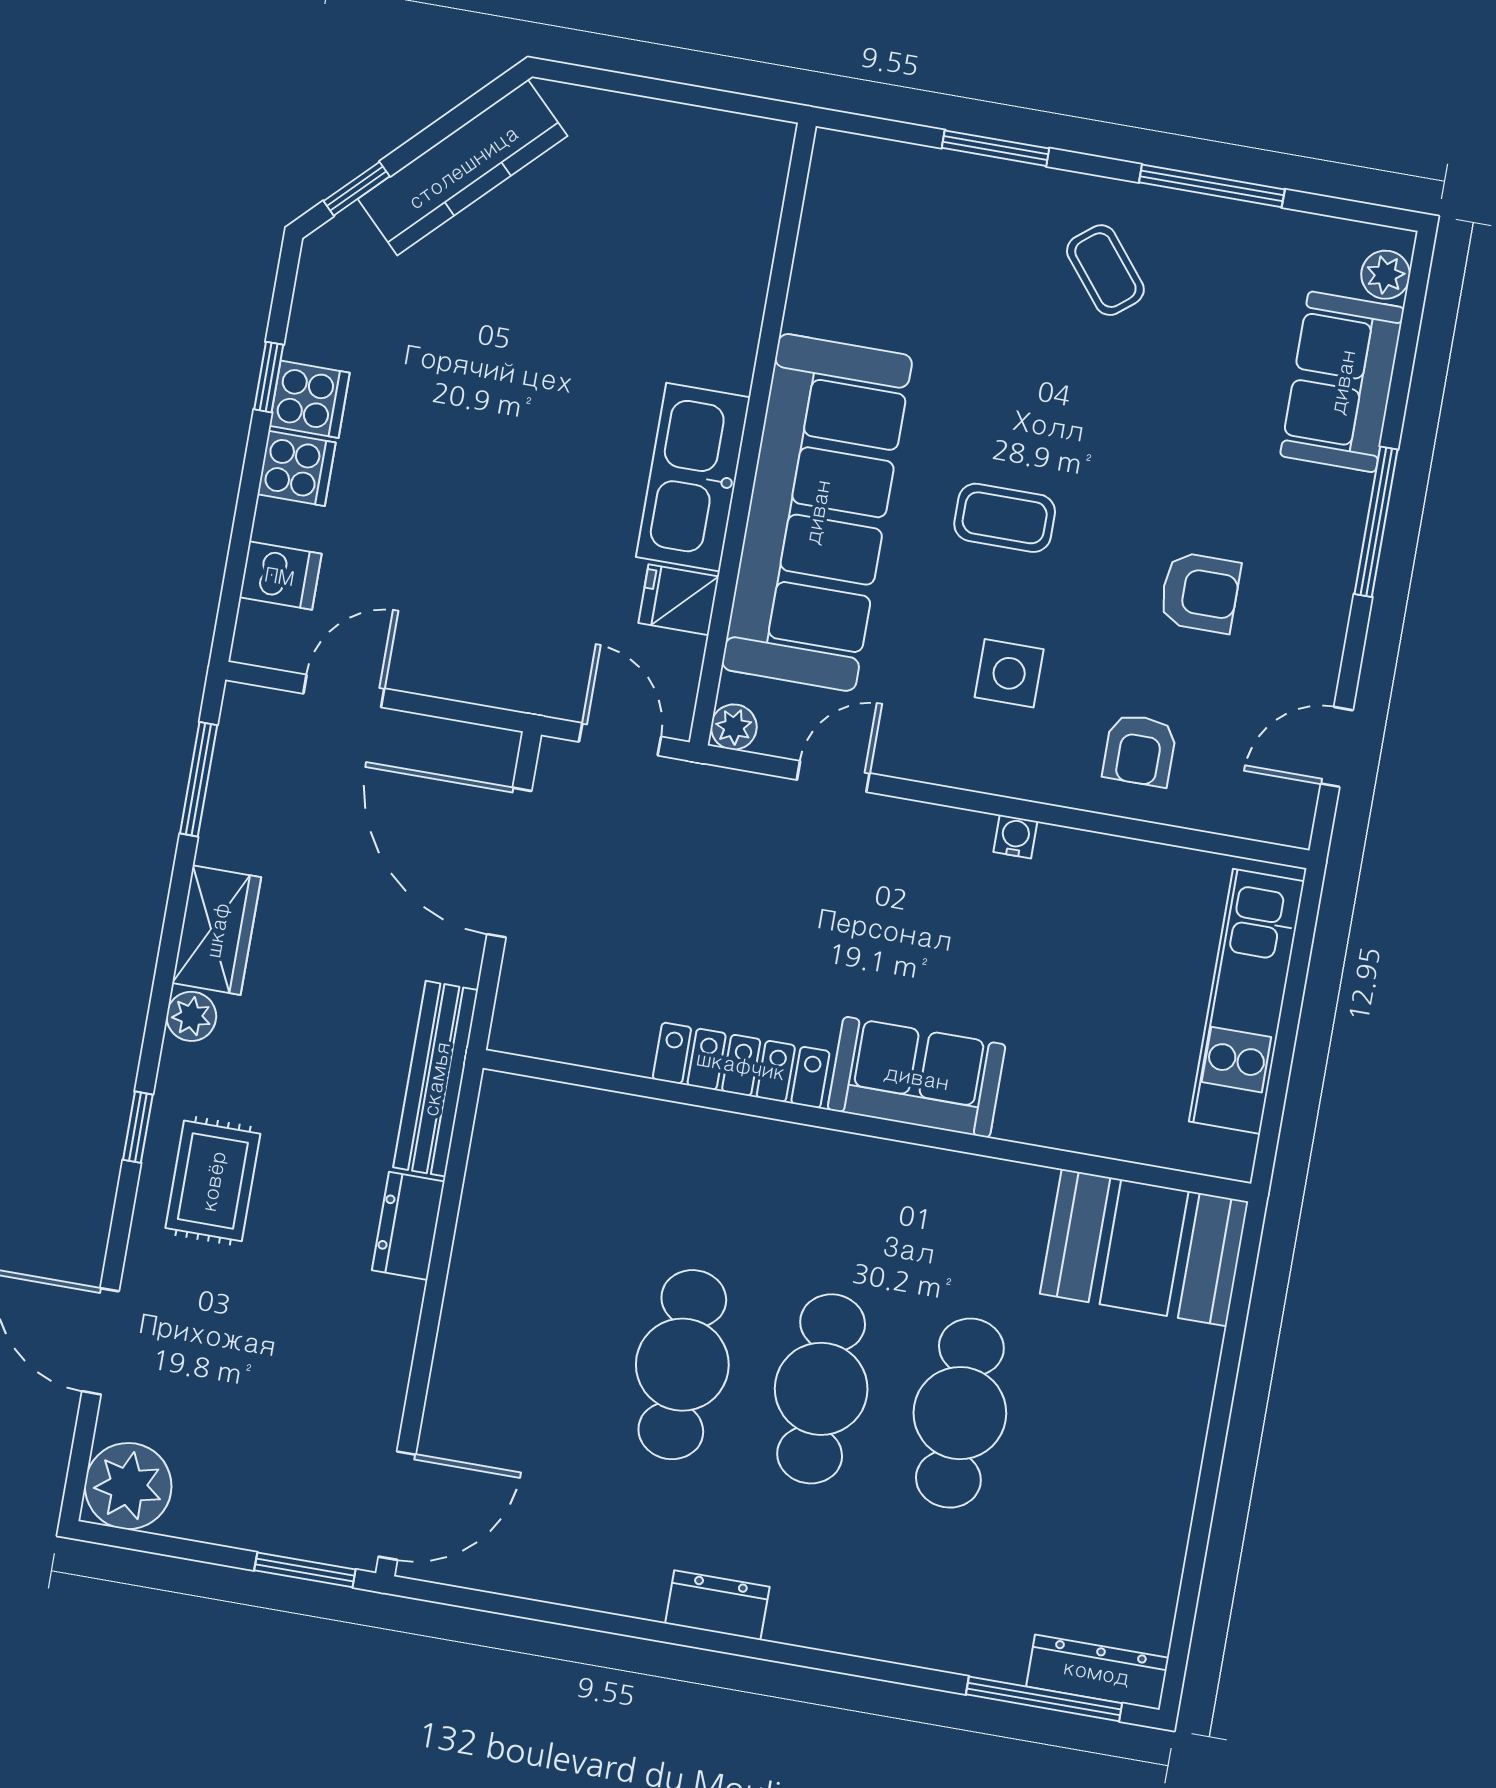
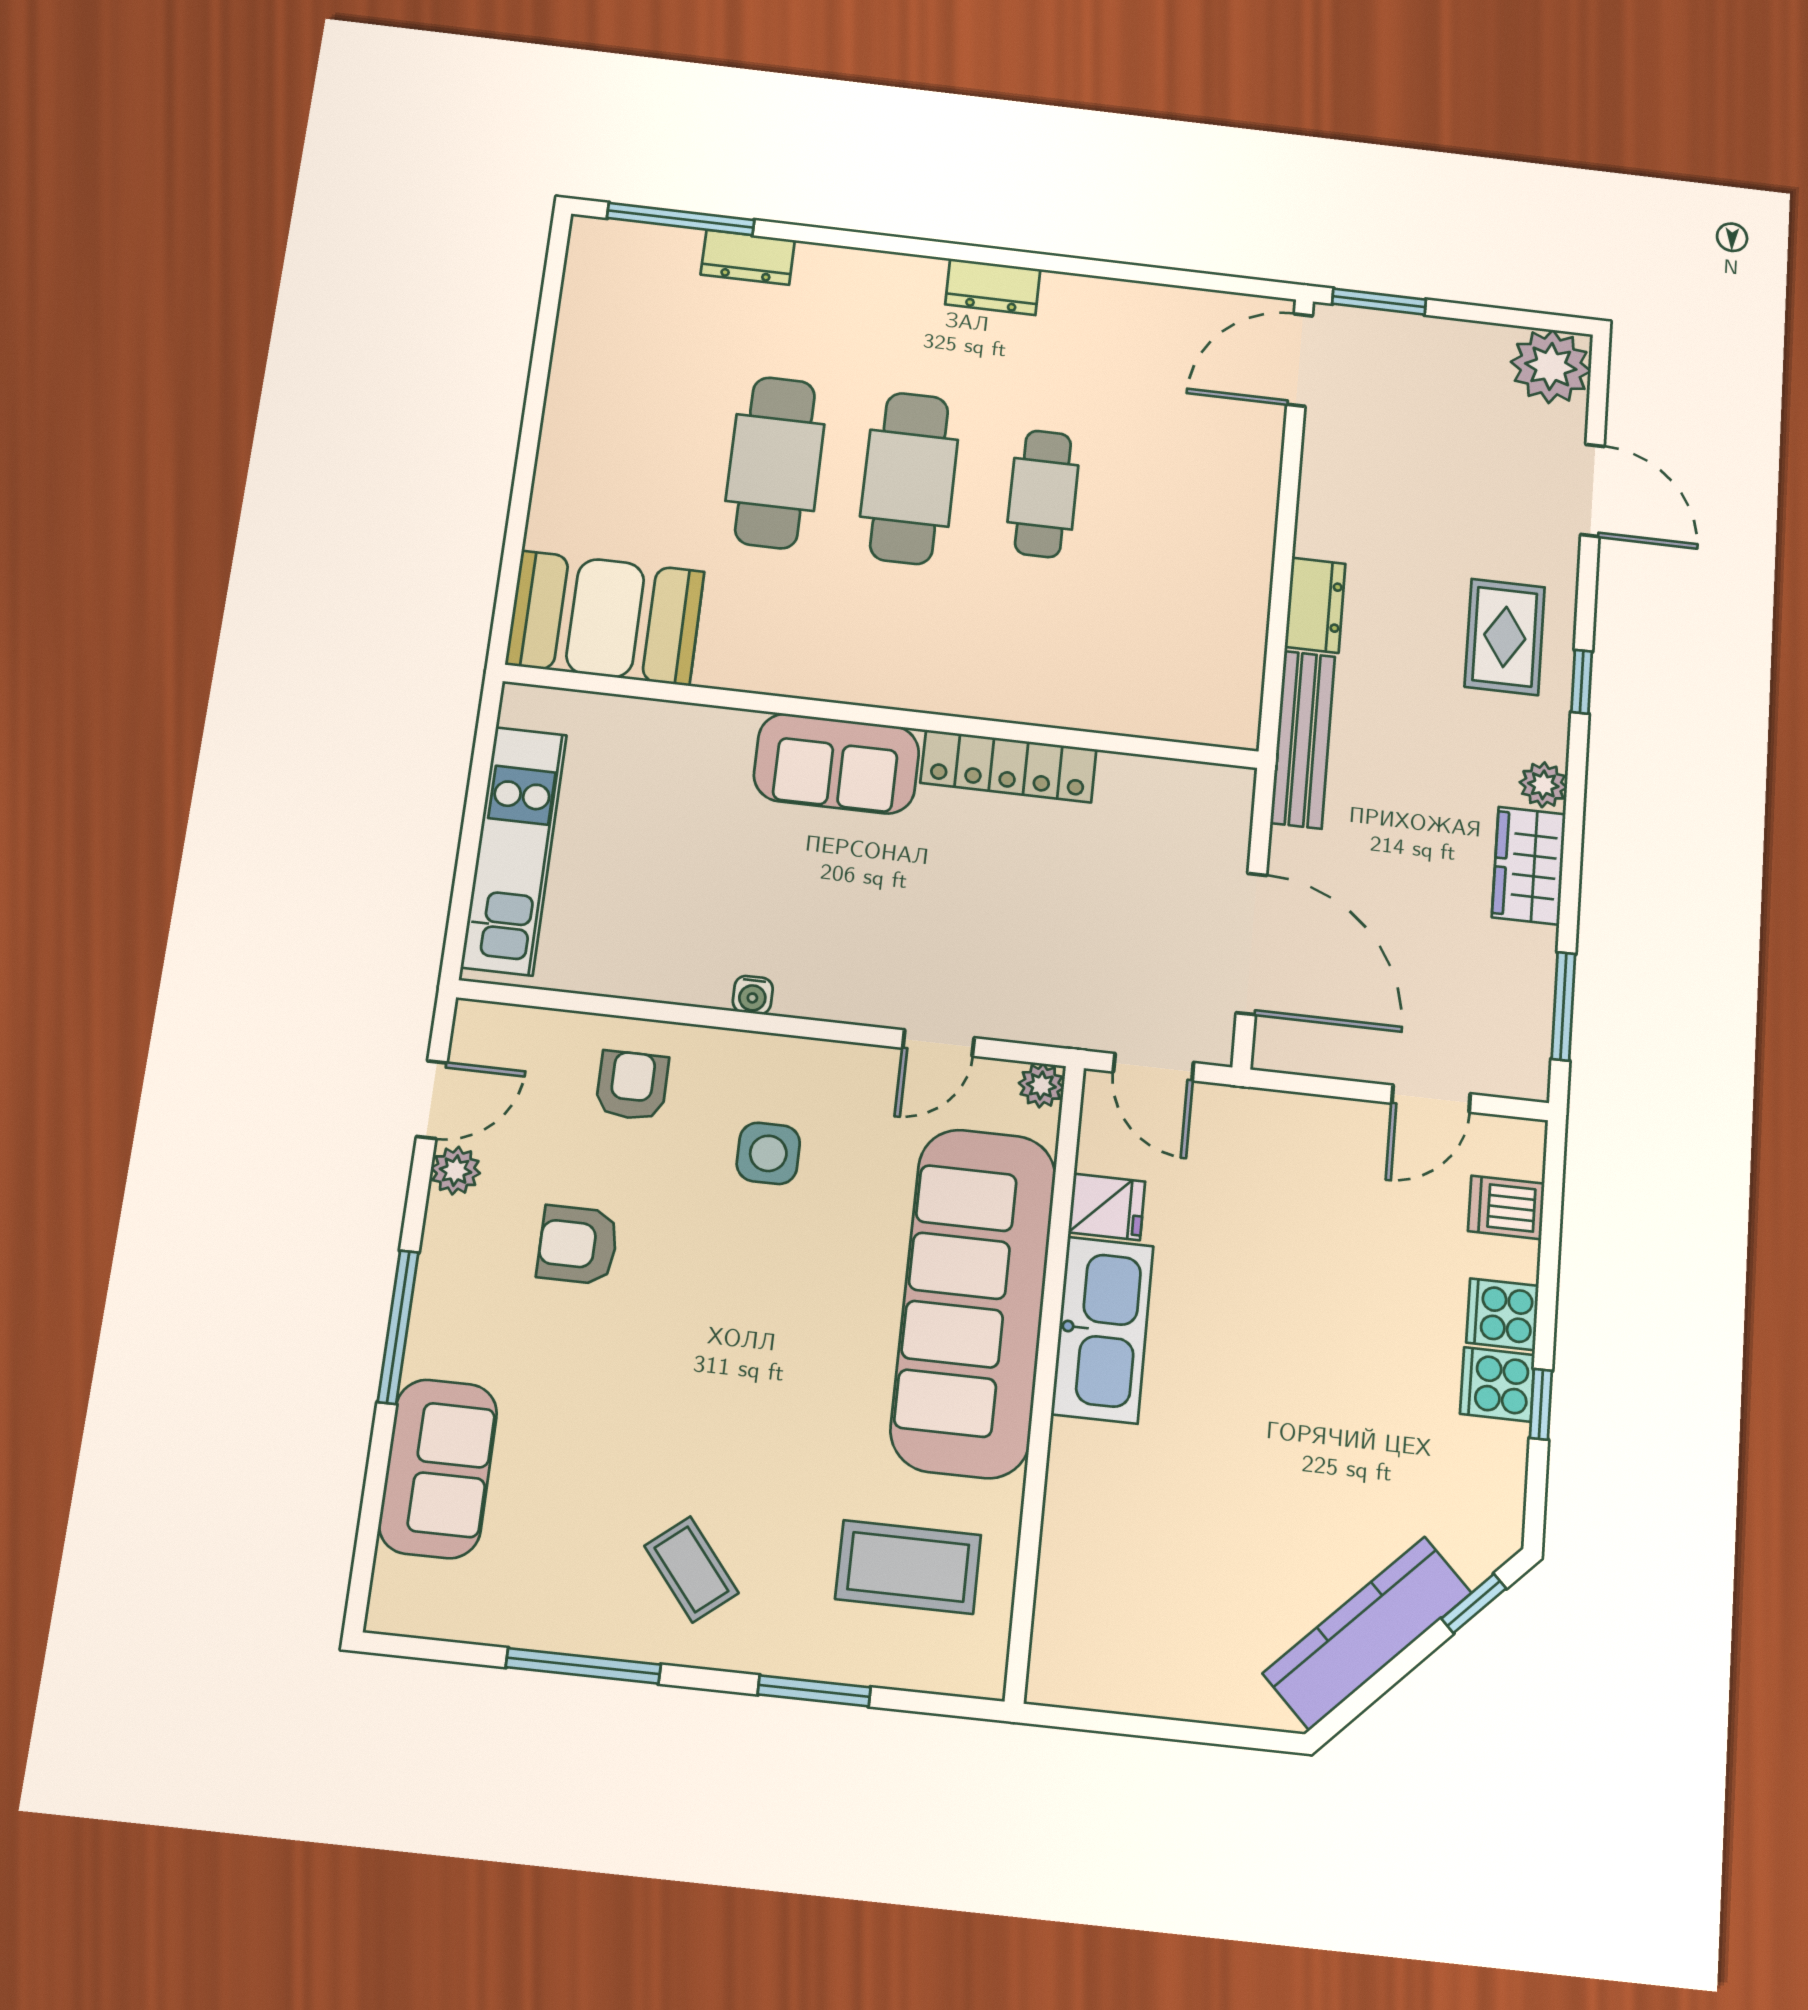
plant: (1386, 275) -> (456, 1171), moved
coffee table: (1005, 518) -> (908, 1567), moved, width x1.36, depth x1.30
cafe table: (682, 1365) -> (1043, 494), width x0.73, depth x0.74
dresser: (1097, 1672) -> (748, 257), moved, width x0.70

